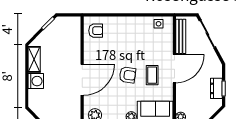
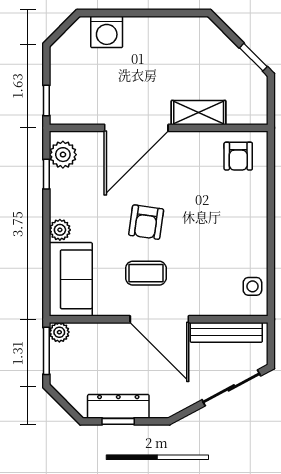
shelving: (34, 59) -> (199, 113), moved
door: (82, 80) -> (136, 128), hinge flipped
washing machine: (36, 81) -> (107, 32), moved
dresser: (216, 88) -> (118, 406), width x1.44

